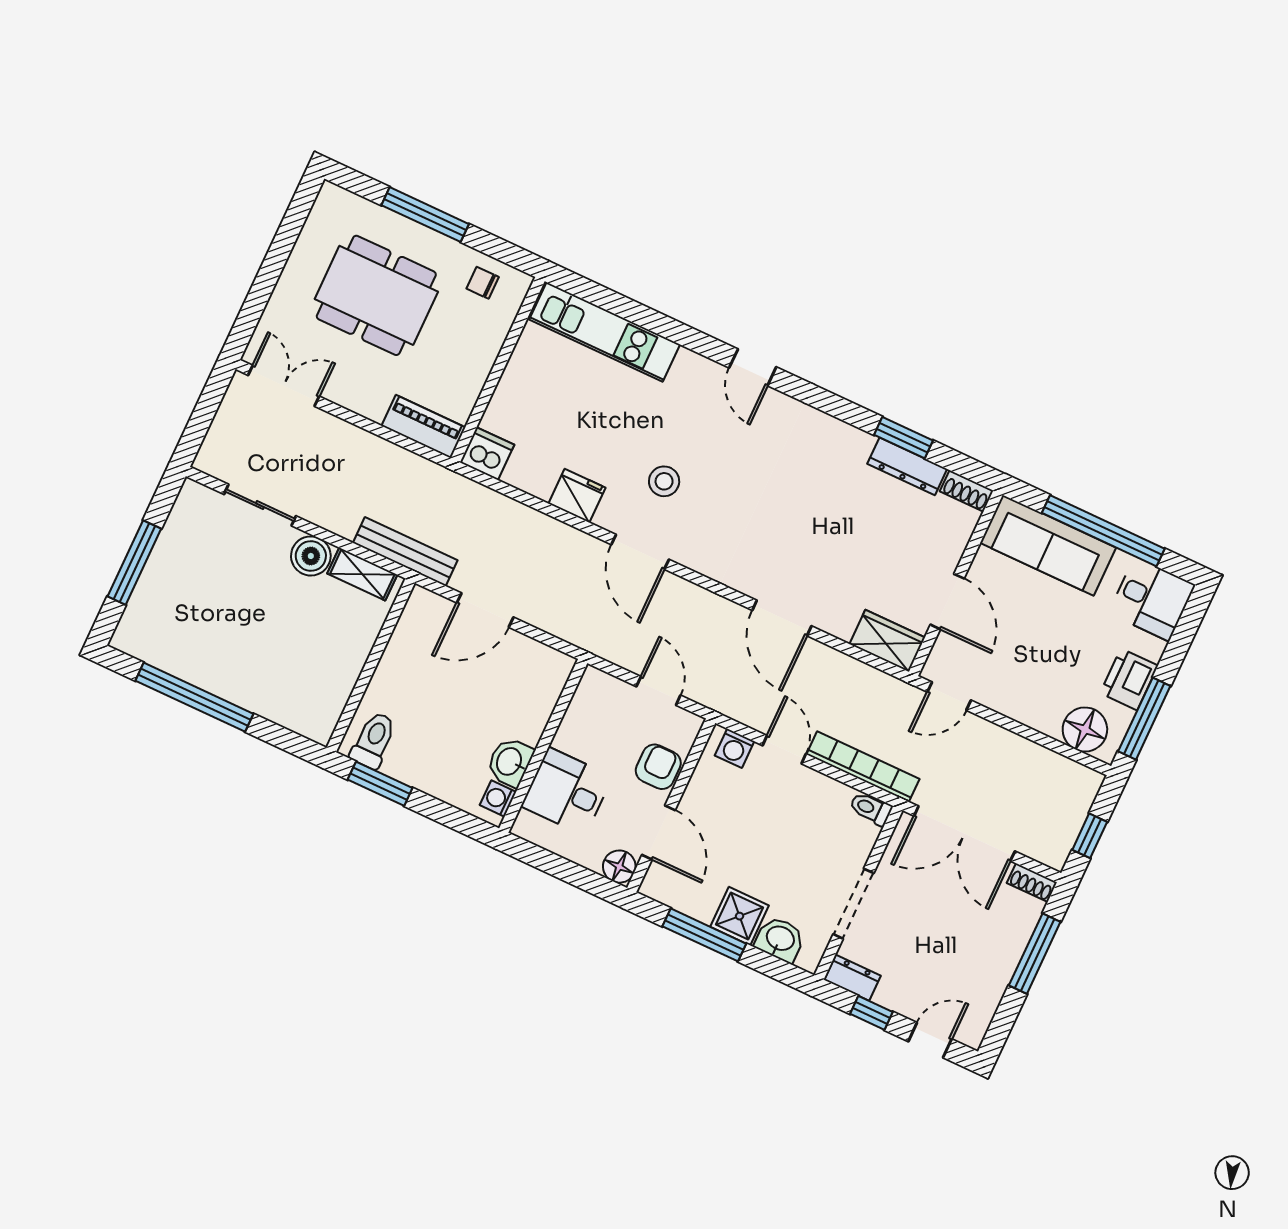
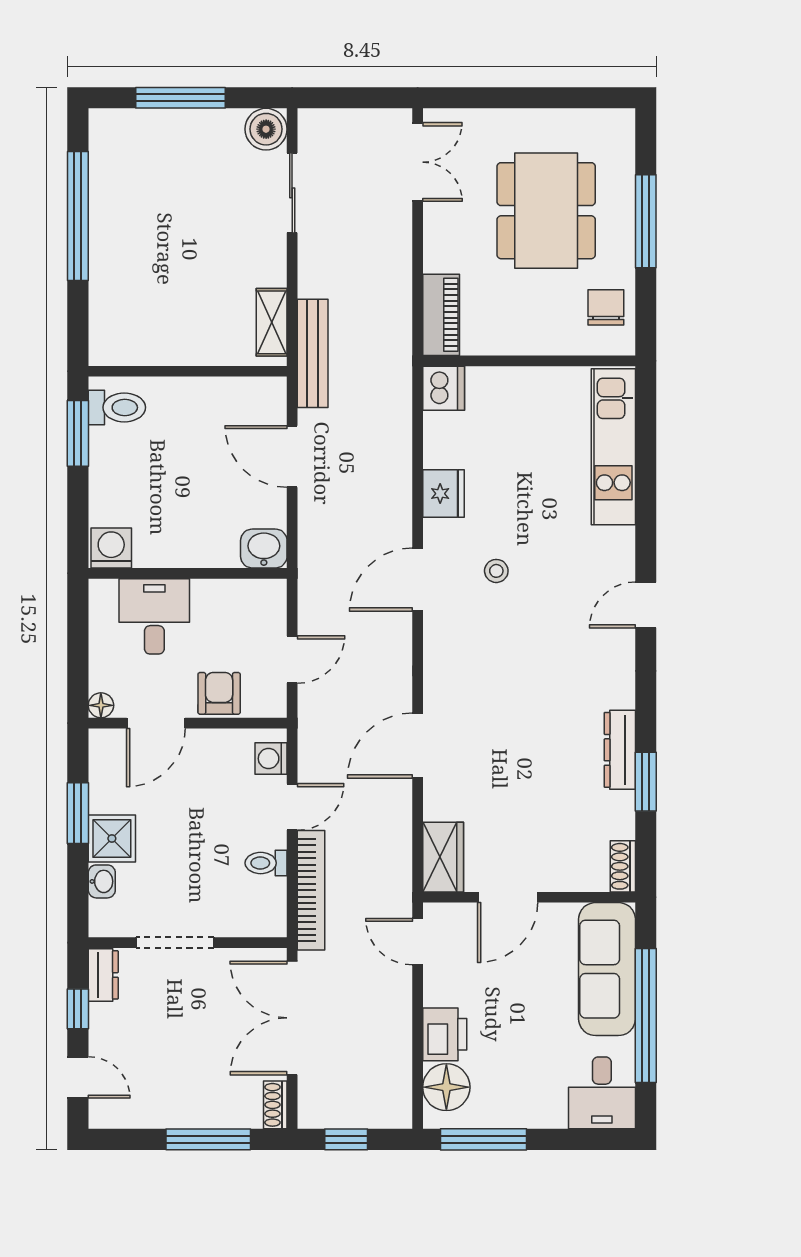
chair: (483, 283) -> (606, 307), width x1.37, depth x1.37
dresser: (907, 466) -> (620, 750), moved
stool: (664, 481) -> (496, 571), width x0.73, depth x0.73
boiler: (311, 556) -> (266, 129), moved
printer: (1129, 679) -> (445, 1034), moved, turned 90
washbasin: (510, 762) -> (264, 549), moved
armchair: (658, 767) -> (219, 693), turned -90
washing machine: (498, 798) -> (111, 548), width x1.38, depth x1.38
toilet: (871, 809) -> (266, 863), moved, turned -90
floor lamp: (619, 867) -> (101, 705), width x0.73, depth x0.73
window: (704, 935) -> (78, 813), width x0.69
washbasin: (780, 939) -> (102, 881), width x0.72, depth x0.69

